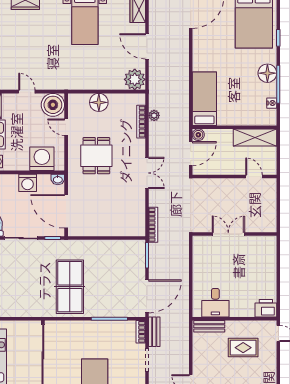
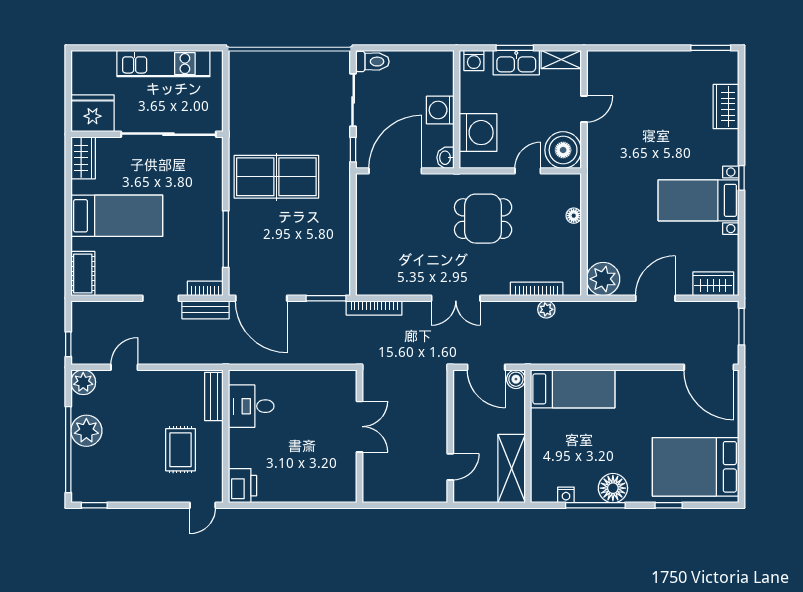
floor lamp: (99, 102) -> (574, 216), width x0.53, depth x0.53

